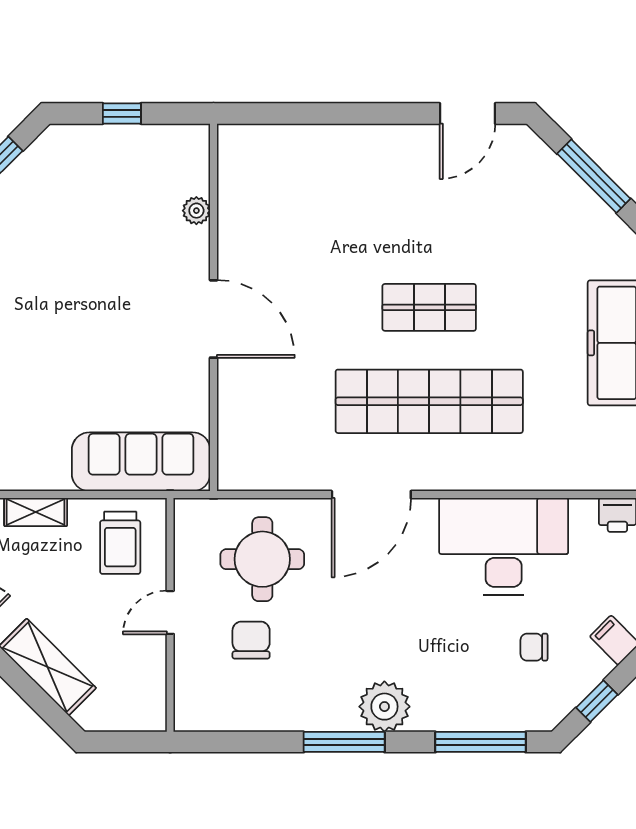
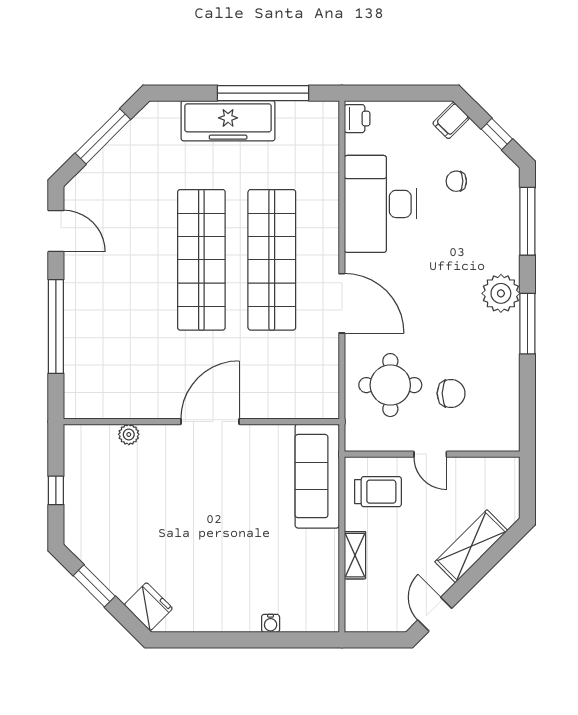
window: (340, 114) -> (56, 327), added
shop shelf: (429, 307) -> (201, 260), width x2.00, depth x1.36
chair: (251, 640) -> (451, 393), turned 180
chair: (534, 647) -> (456, 181), turned 90

